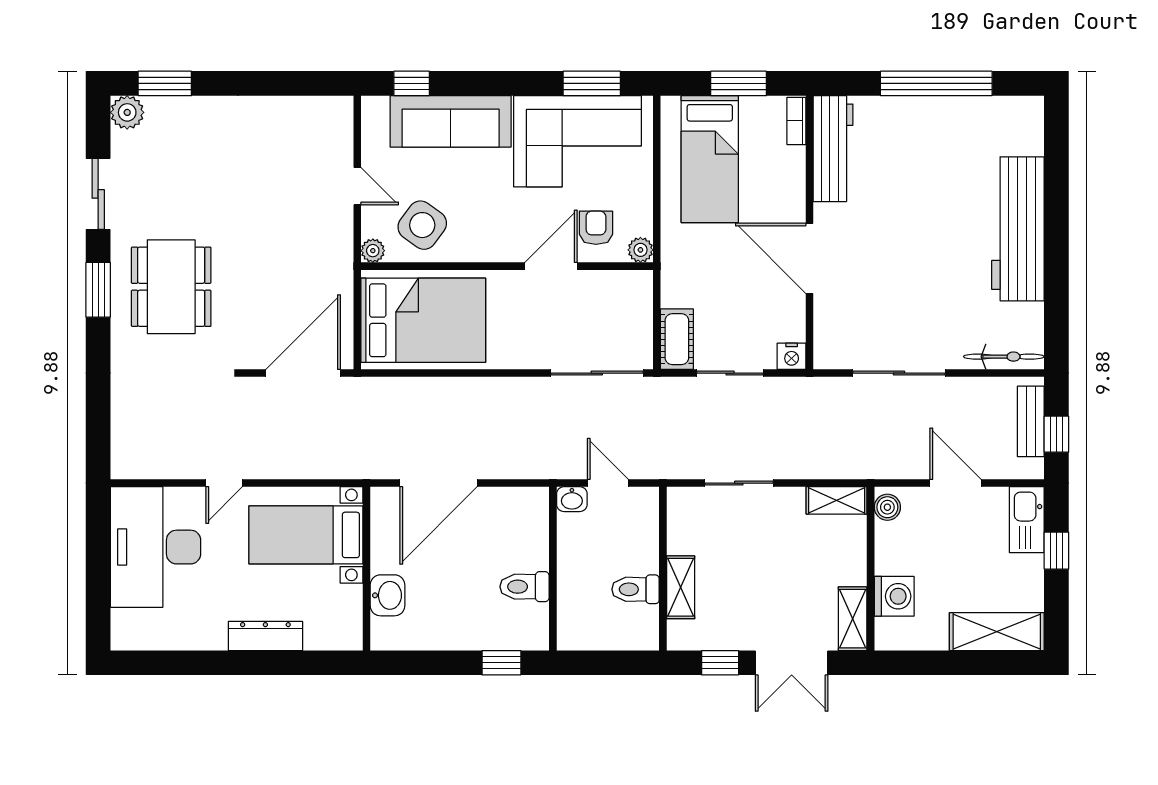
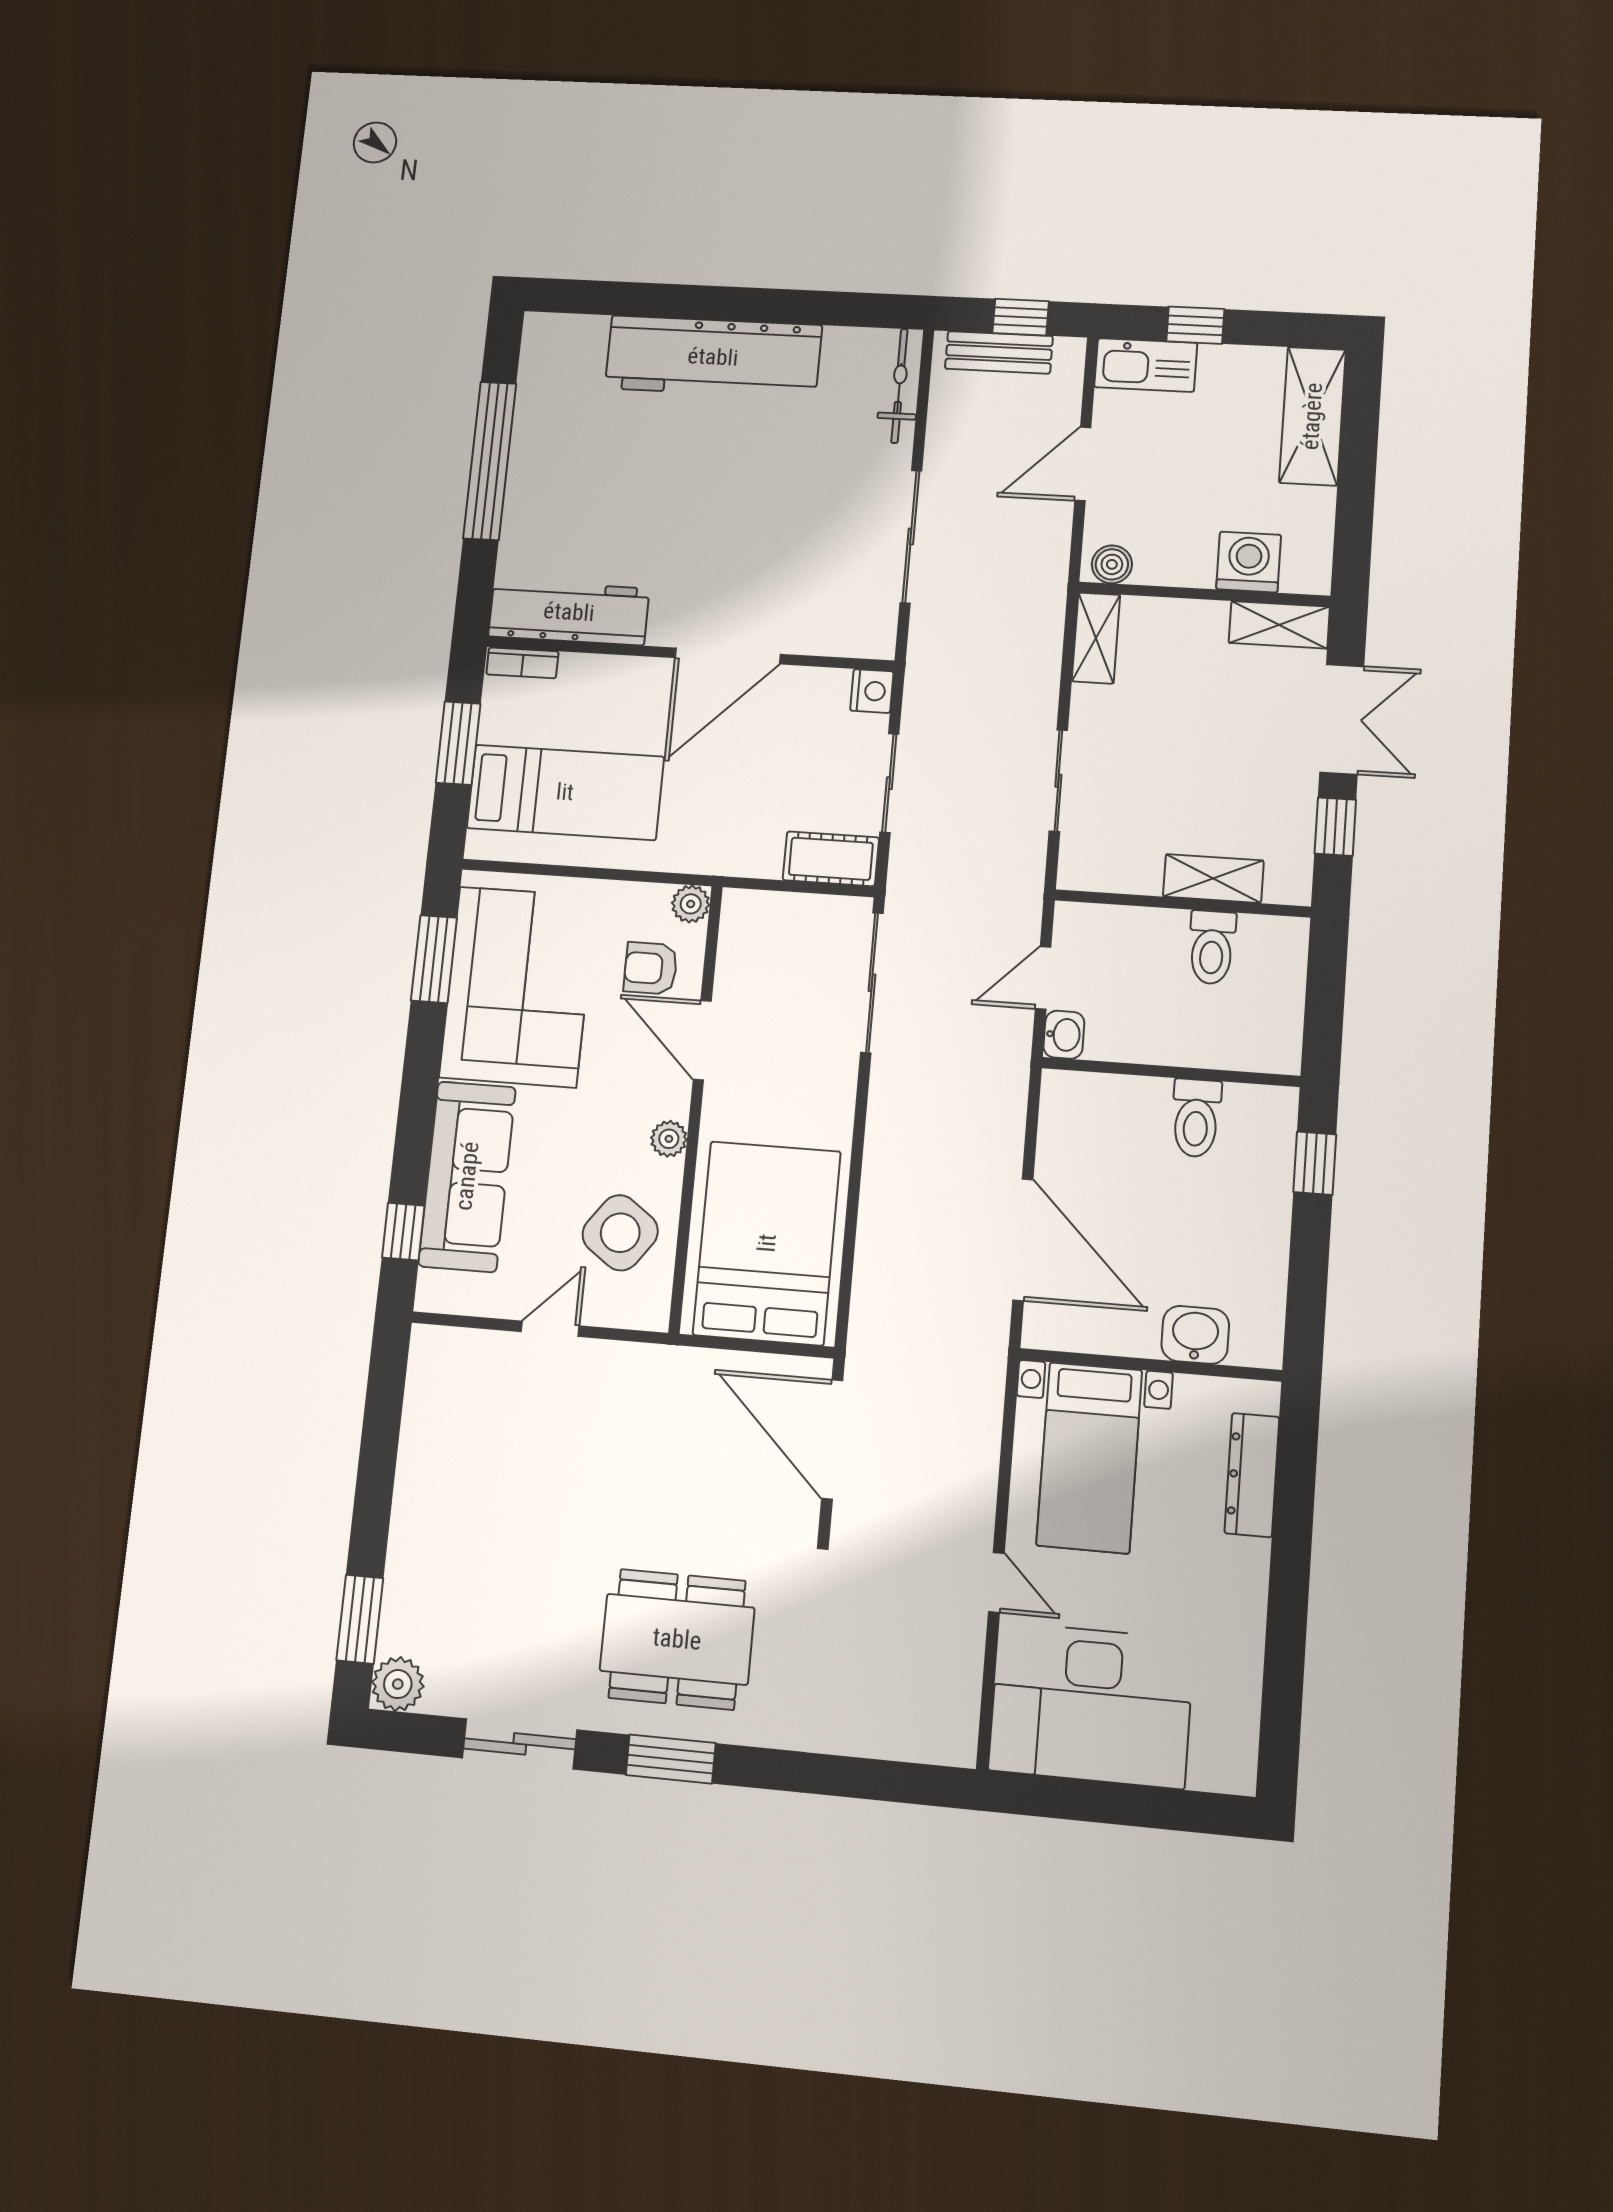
plant: (373, 251) -> (669, 1139), moved
dresser: (265, 636) -> (1252, 1475), moved

